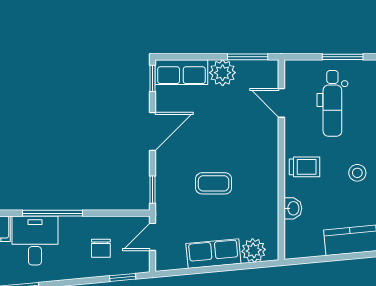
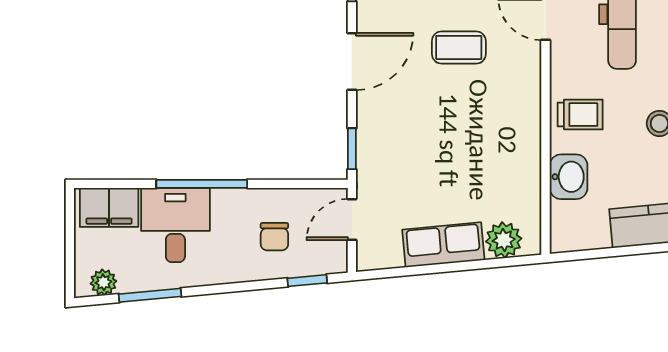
coffee table: (214, 183) -> (459, 48), moved
washbasin: (293, 208) -> (569, 177), width x1.38, depth x1.45

